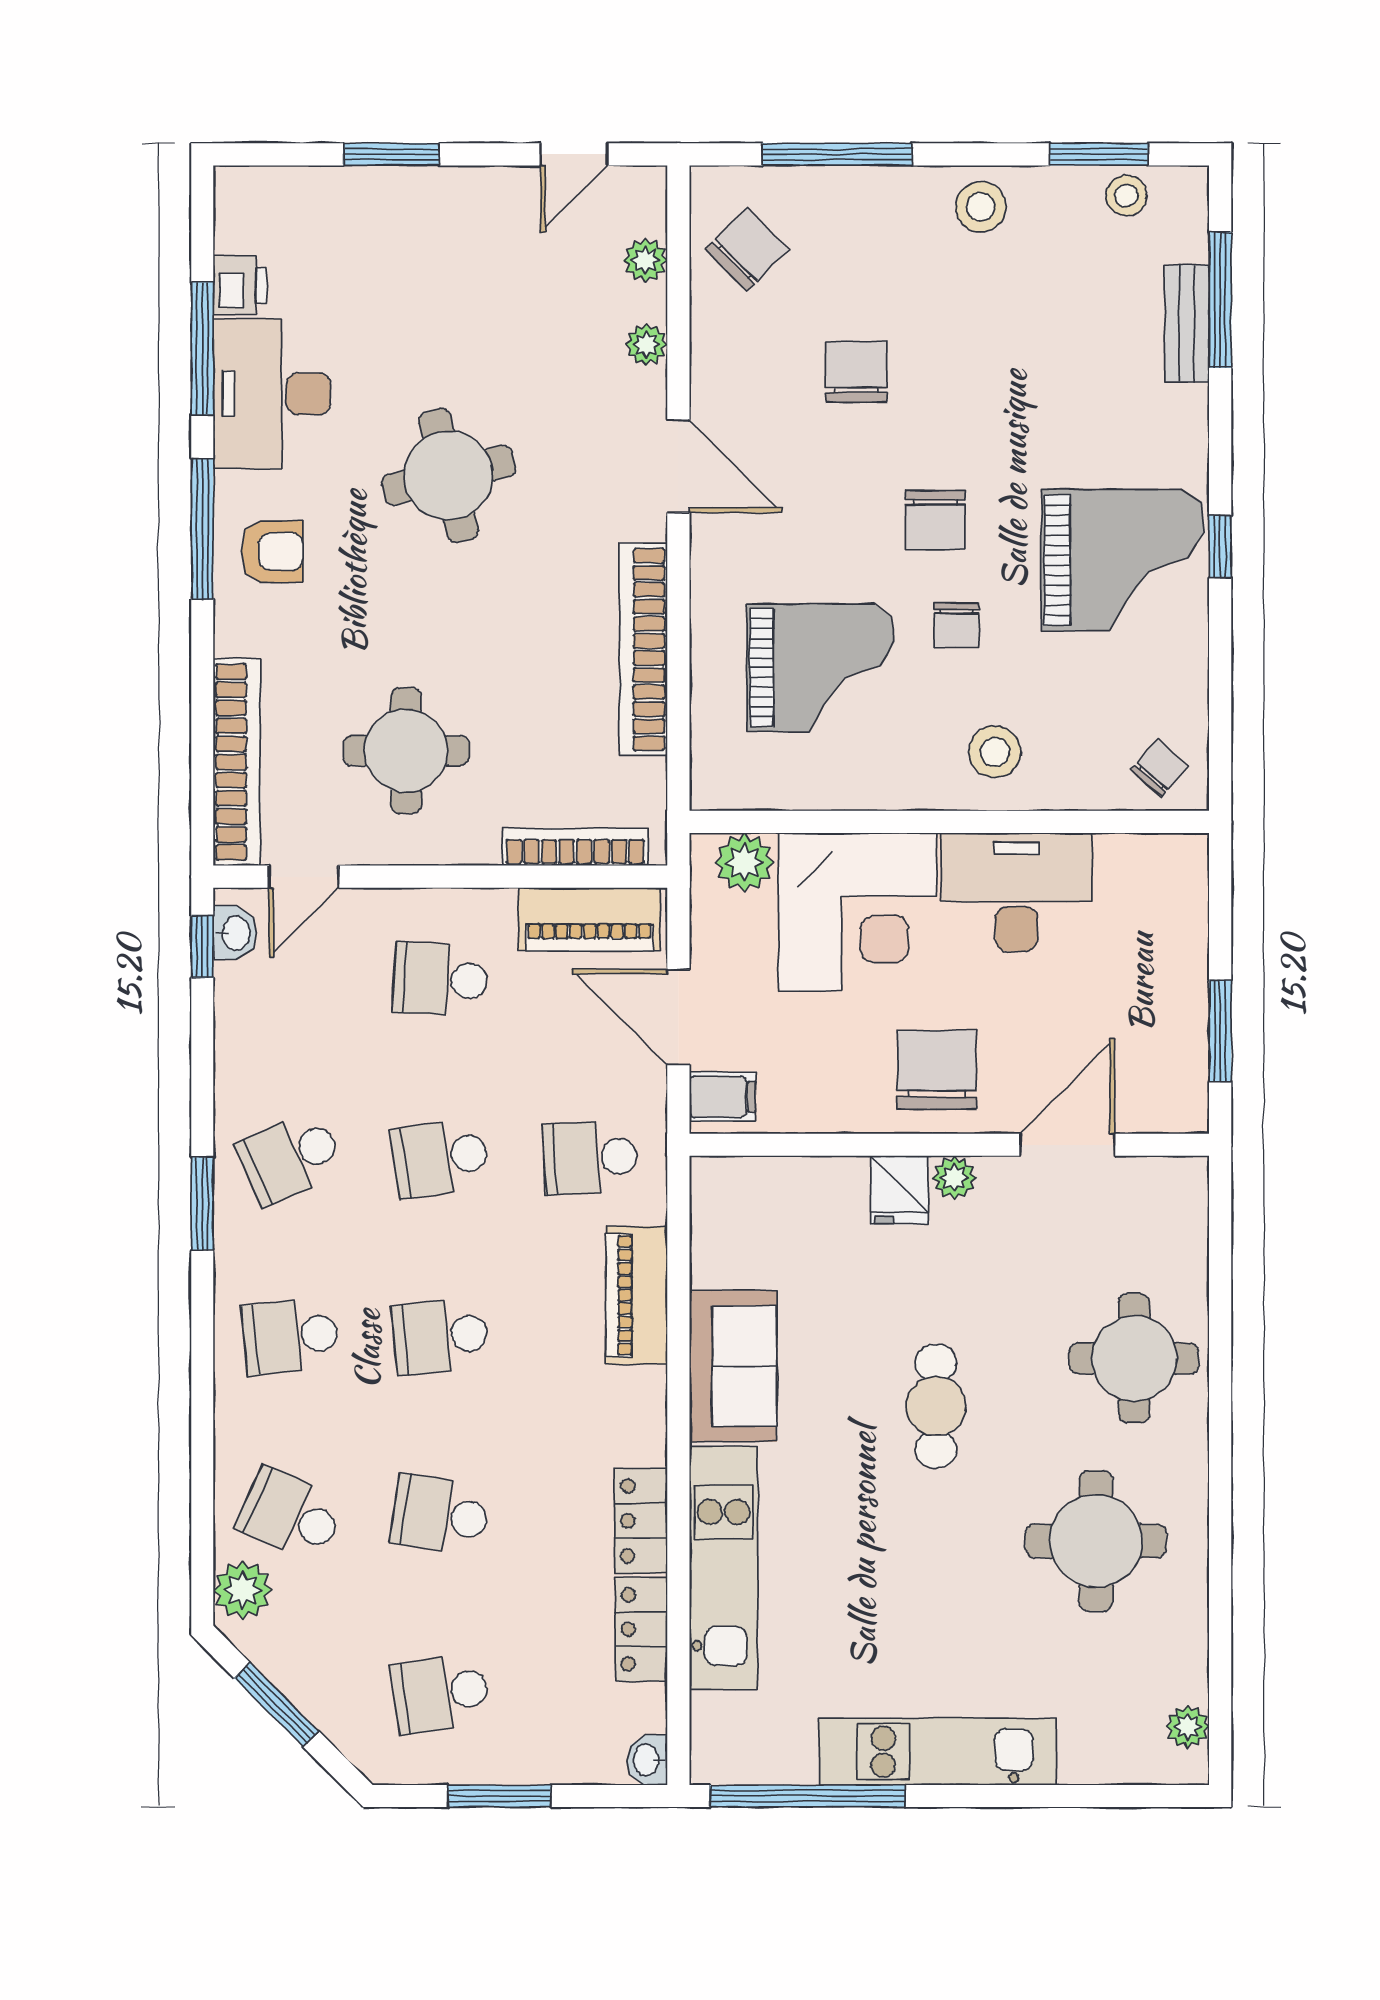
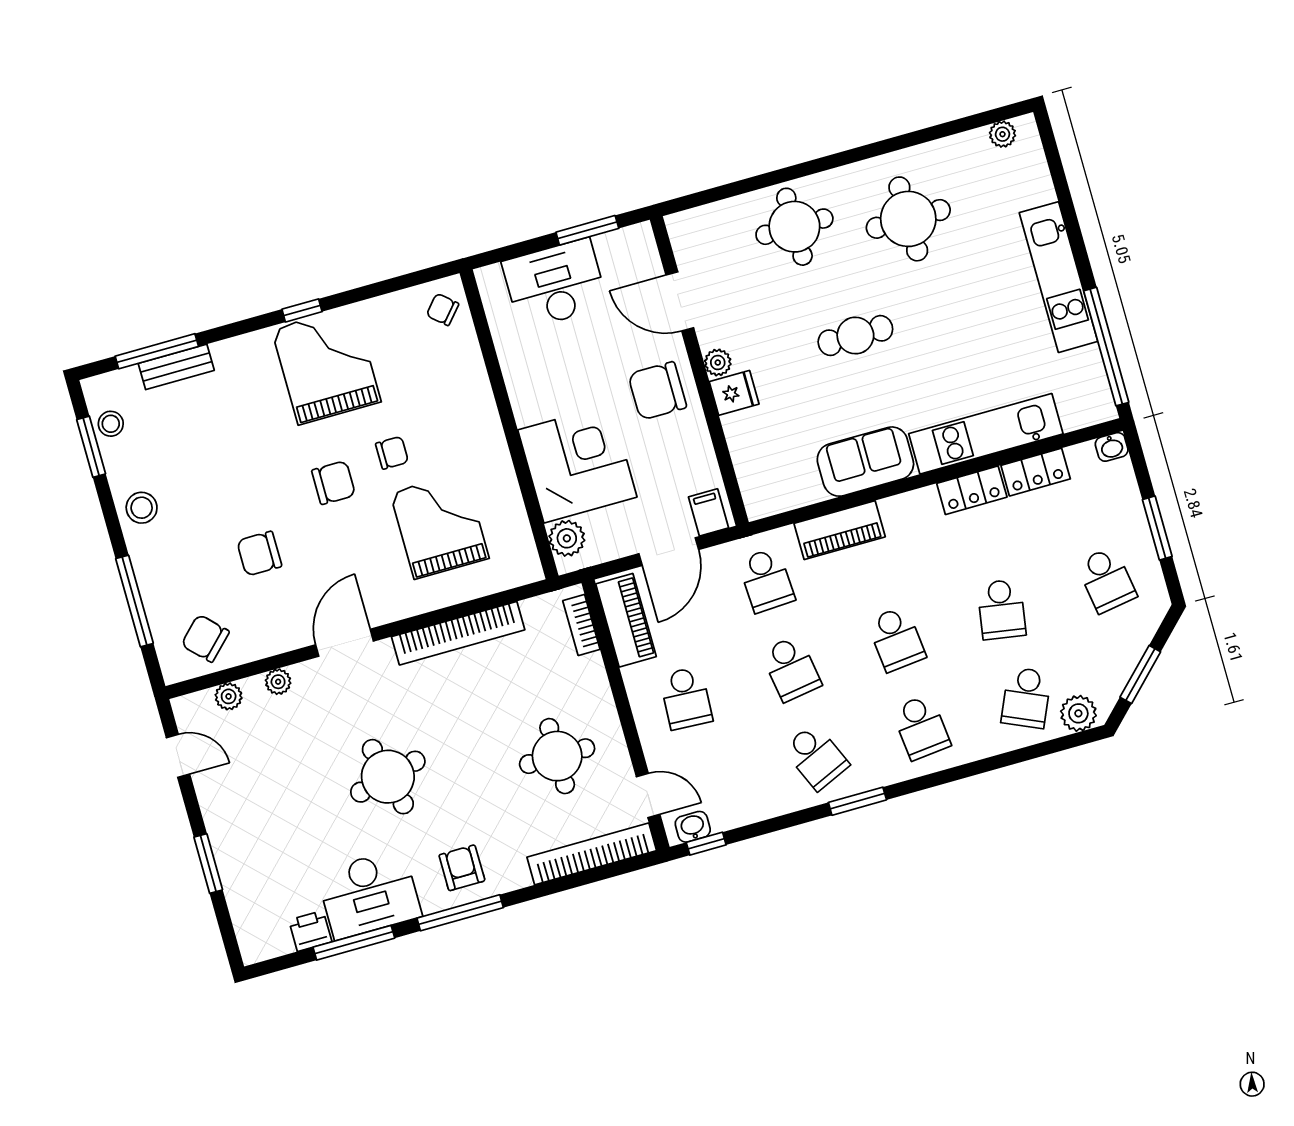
stool: (995, 752) -> (460, 409), removed
bookcase: (575, 847) -> (581, 625), width x0.64
desk: (1017, 892) -> (555, 284), moved, turned 90

